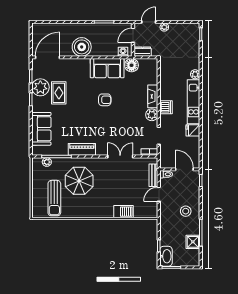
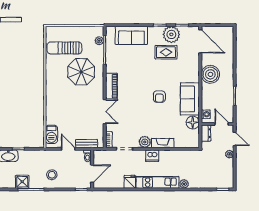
piano: (82, 149) -> (111, 86), moved
barbecue: (123, 212) -> (51, 134), moved

